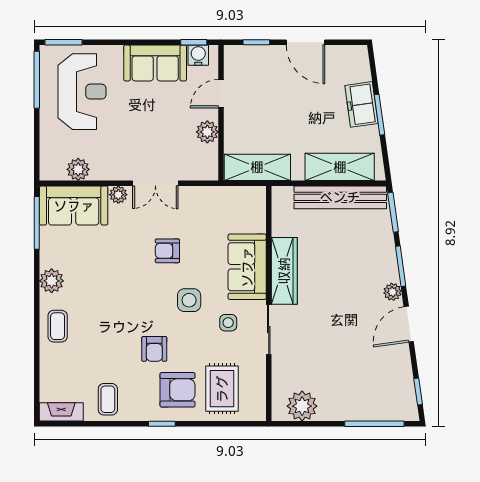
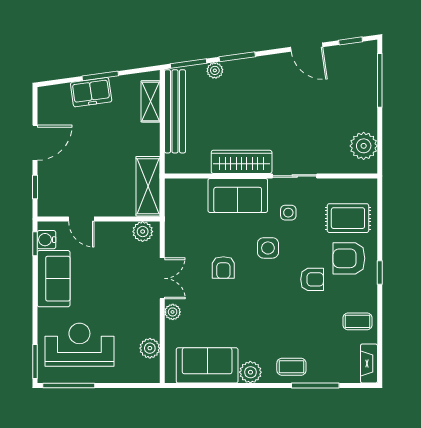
plant: (207, 132) -> (143, 232), moved
shelving: (340, 167) -> (151, 101), width x0.67, depth x0.75
sofa: (74, 206) -> (207, 365), moved, turned -90
window: (37, 223) -> (315, 386), moved
plant: (393, 292) -> (215, 70), moved
door: (409, 324) -> (307, 47), moved
armchair: (178, 390) -> (349, 258), turned -90

